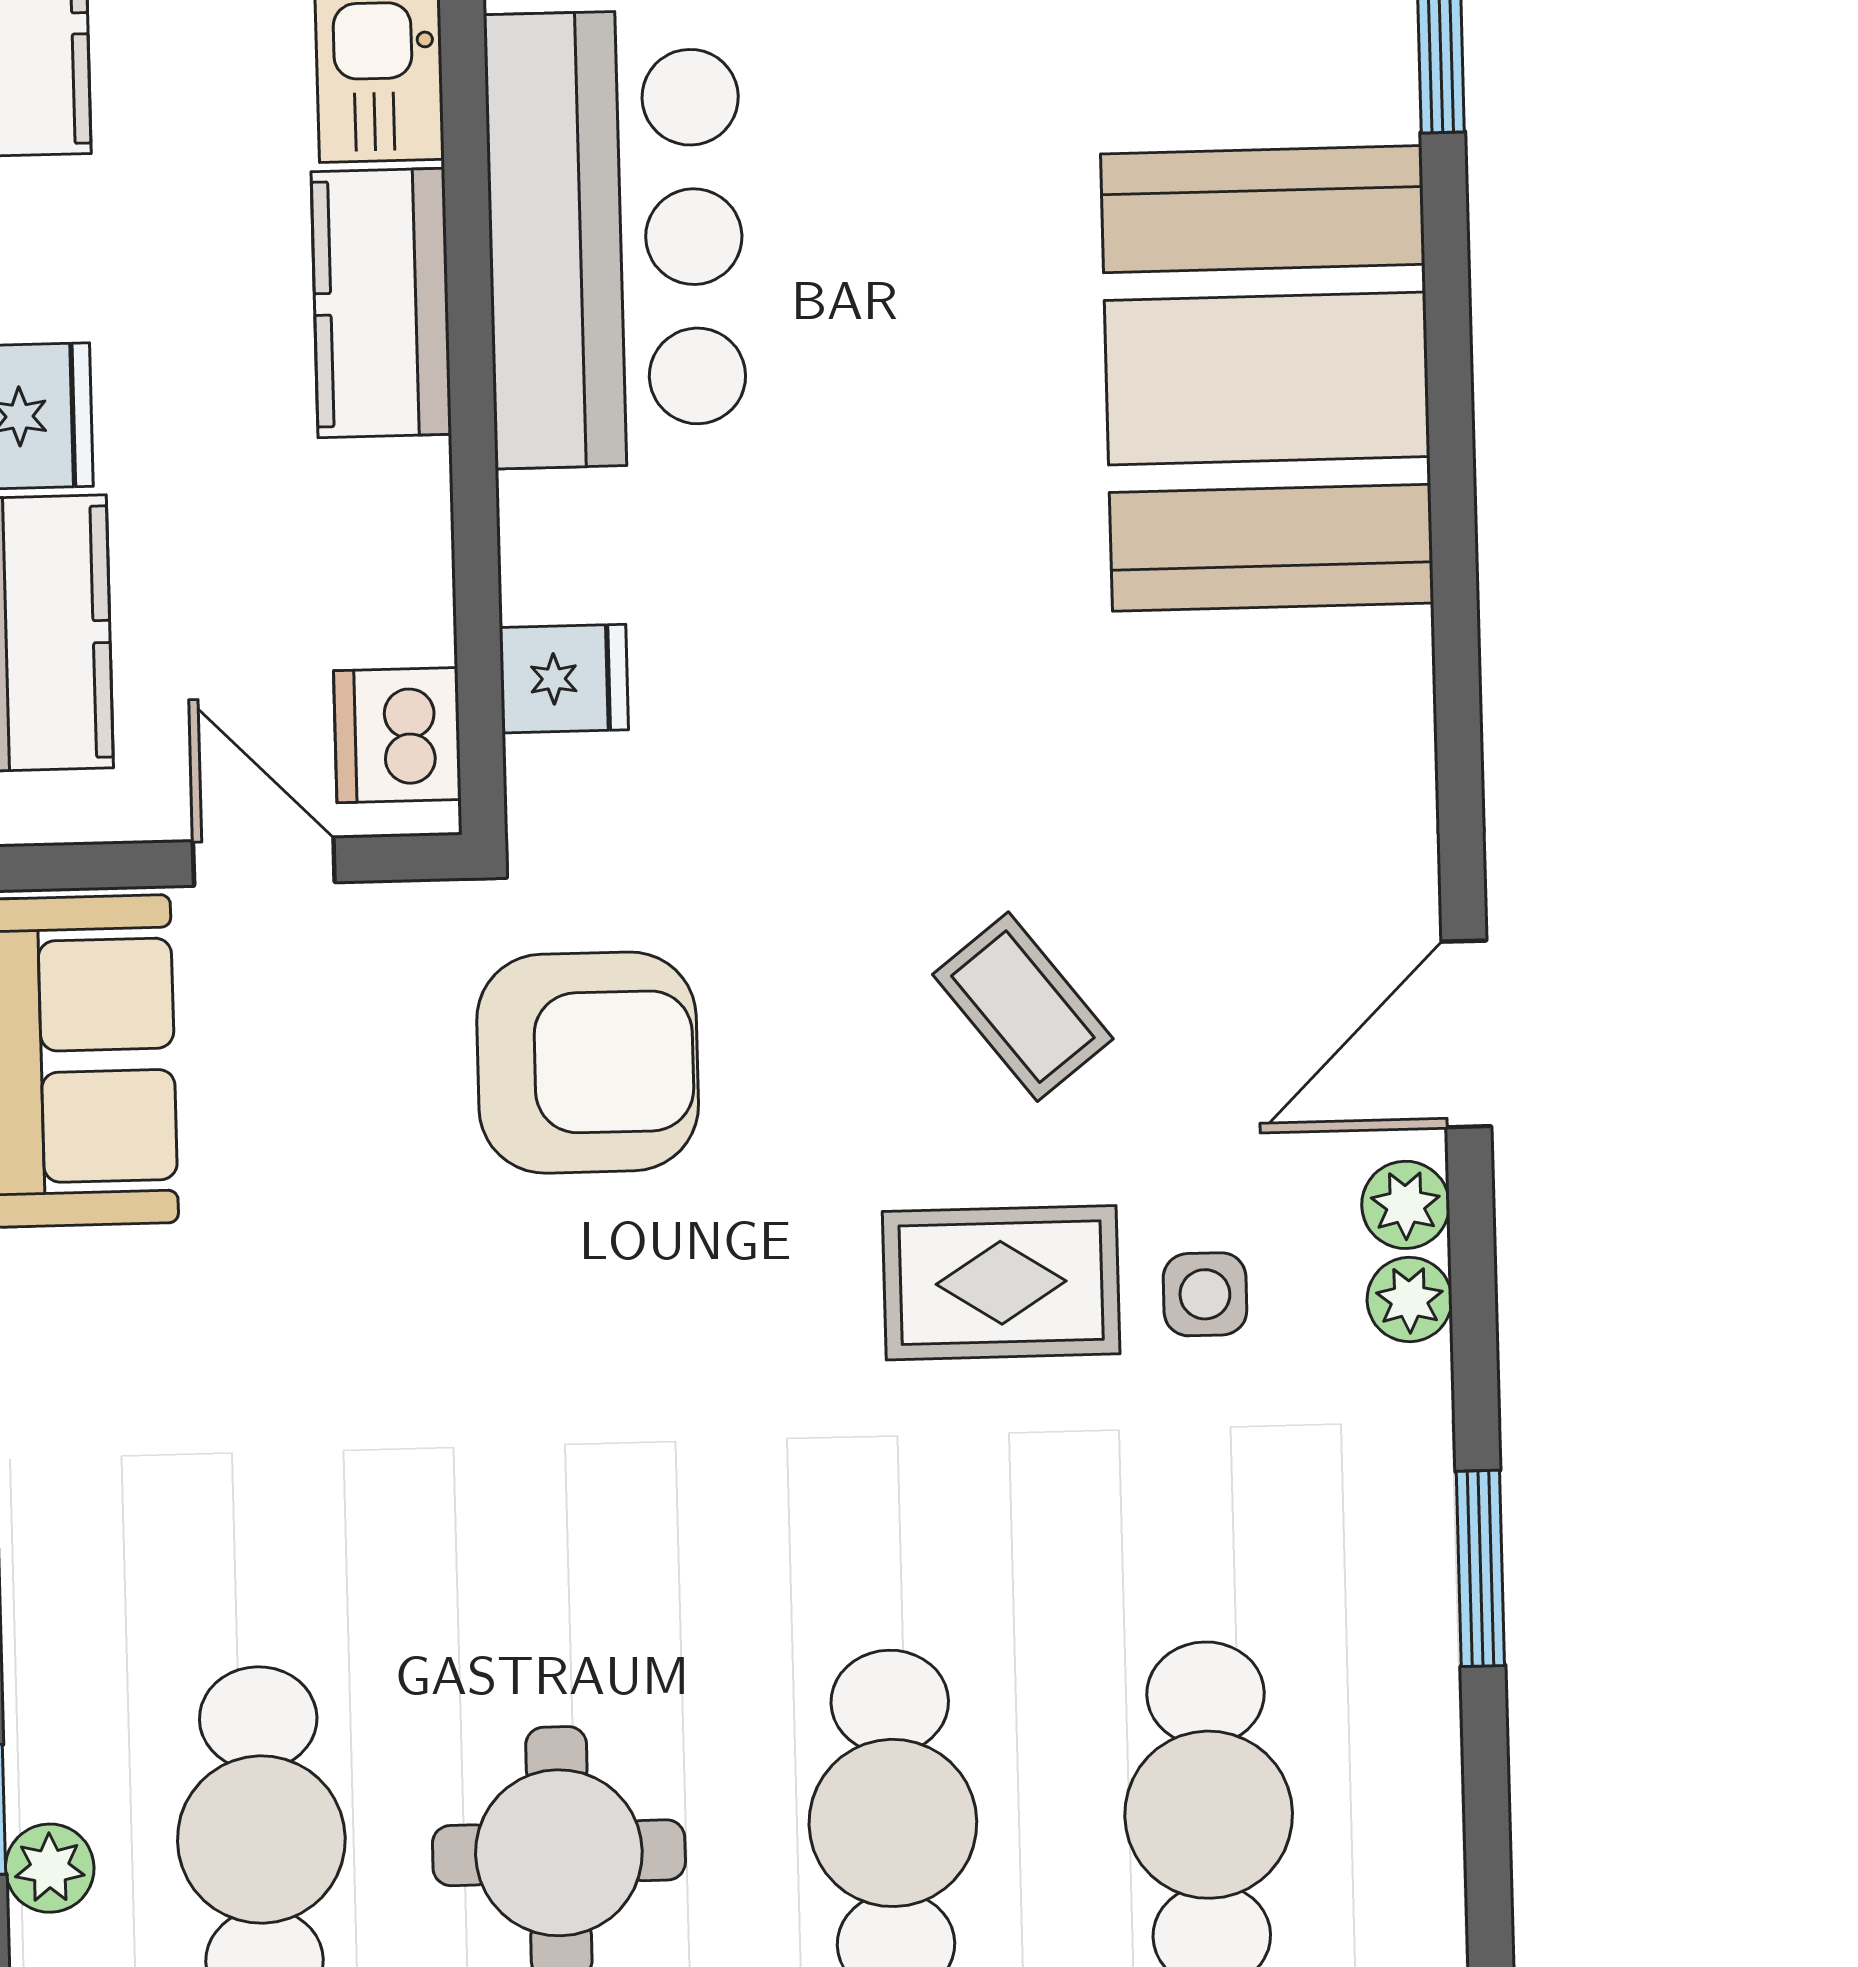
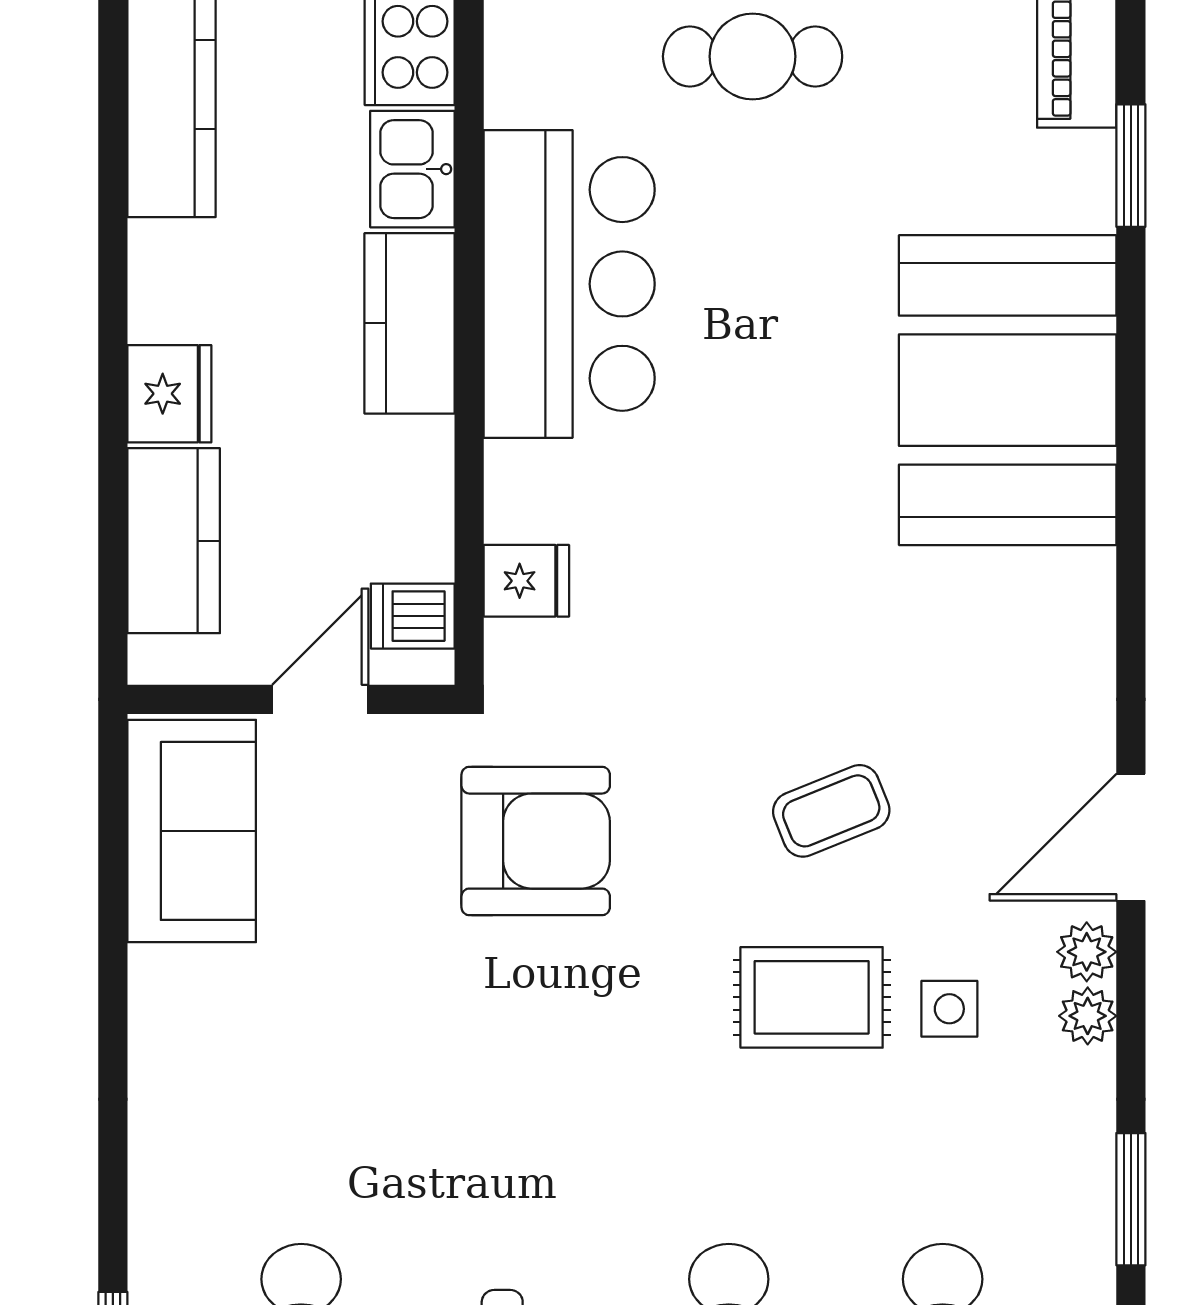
dishwasher: (397, 735) -> (413, 616), width x0.73
door: (264, 862) -> (320, 699), hinge flipped
coffee table: (1023, 1007) -> (831, 811), turned -74

